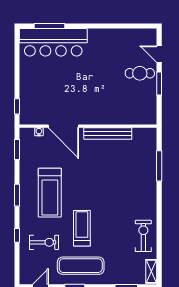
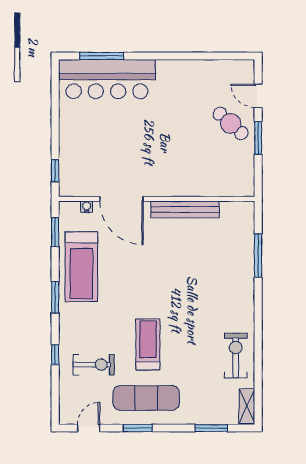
cafe table: (140, 73) -> (231, 123), turned 42
treadmill: (50, 193) -> (81, 267), moved

